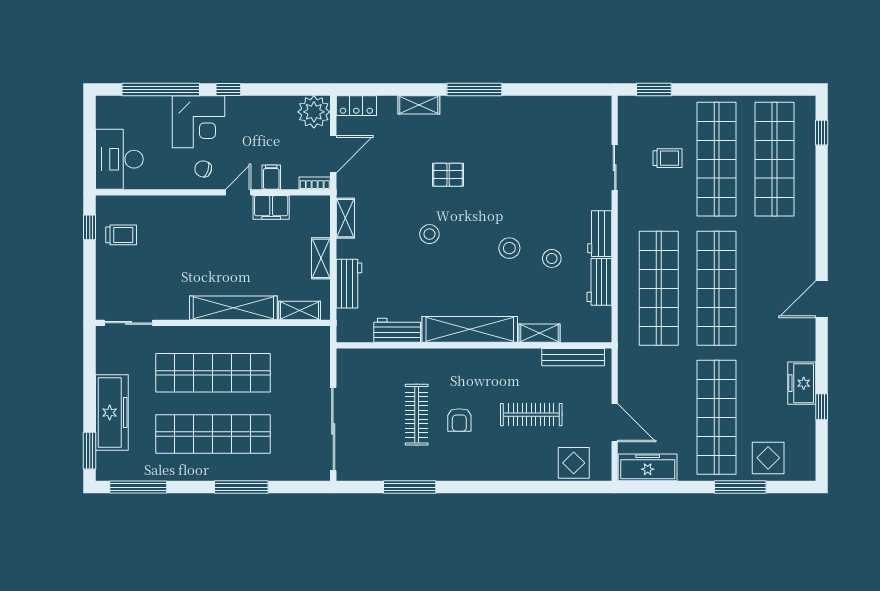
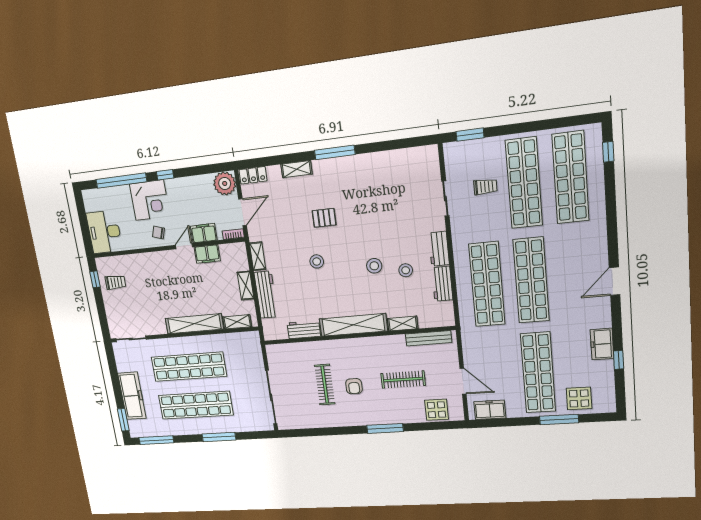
filing cabinet: (271, 177) -> (204, 233), width x2.00
workbench: (349, 284) -> (266, 295), width x1.38
freezer: (648, 467) -> (490, 410), width x0.71
window: (410, 487) -> (385, 428), moved

